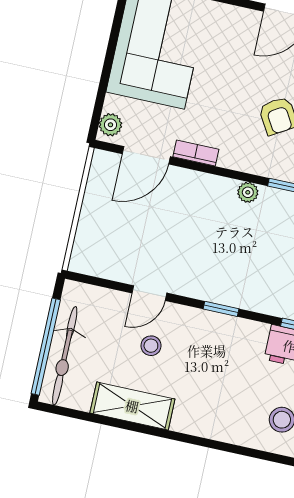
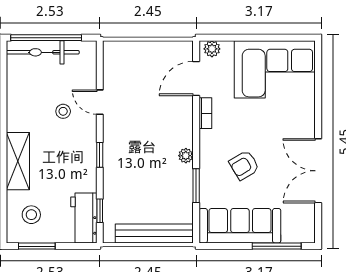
door: (146, 155) -> (196, 79), hinge flipped
shelving: (132, 406) -> (18, 161), moved

